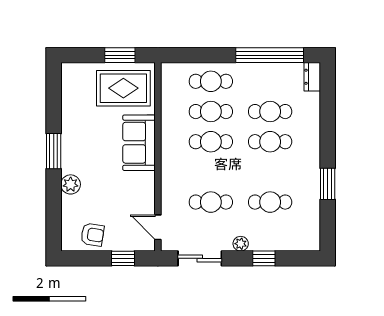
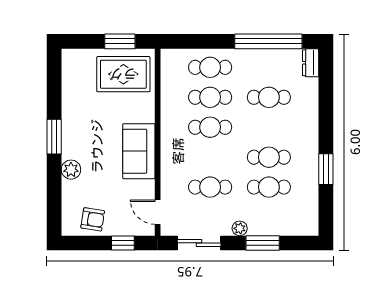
cafe table: (270, 142) -> (269, 157), moved
sofa: (139, 143) -> (139, 151), moved
window: (264, 258) -> (263, 243), width x1.50

